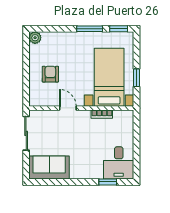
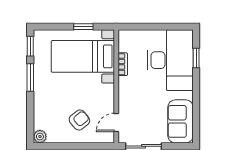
armchair: (50, 74) -> (79, 120), turned 141
door: (68, 108) -> (116, 122), moved
desk: (119, 163) -> (170, 60), width x1.87, depth x1.30

